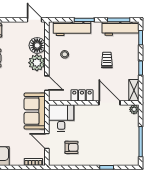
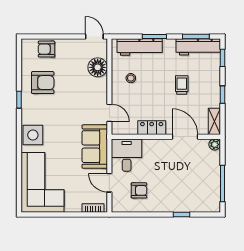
plant: (37, 63) -> (97, 88), removed

